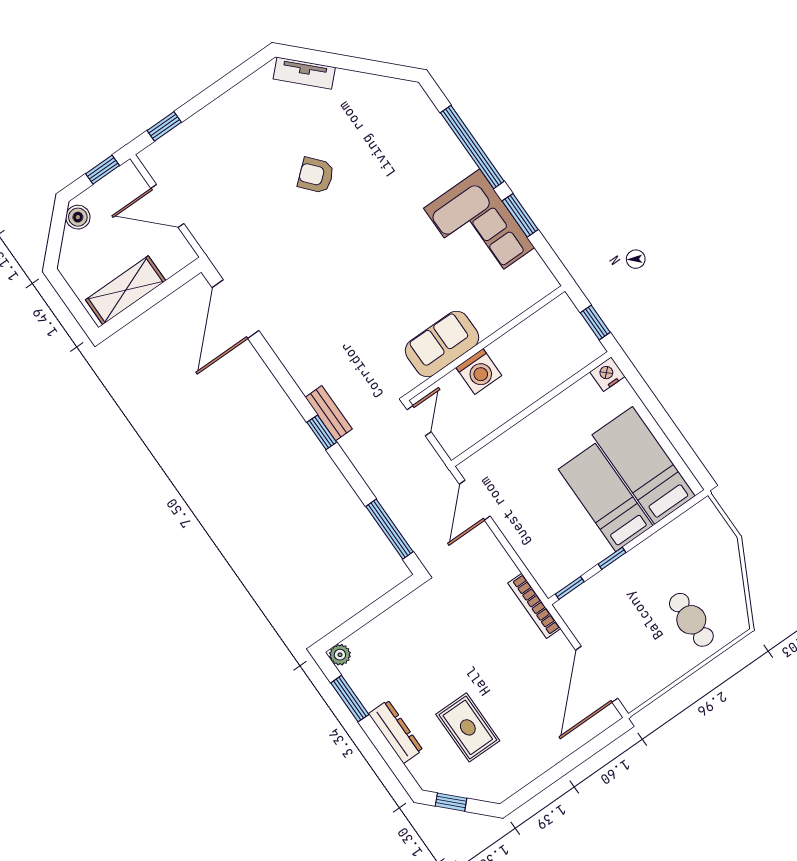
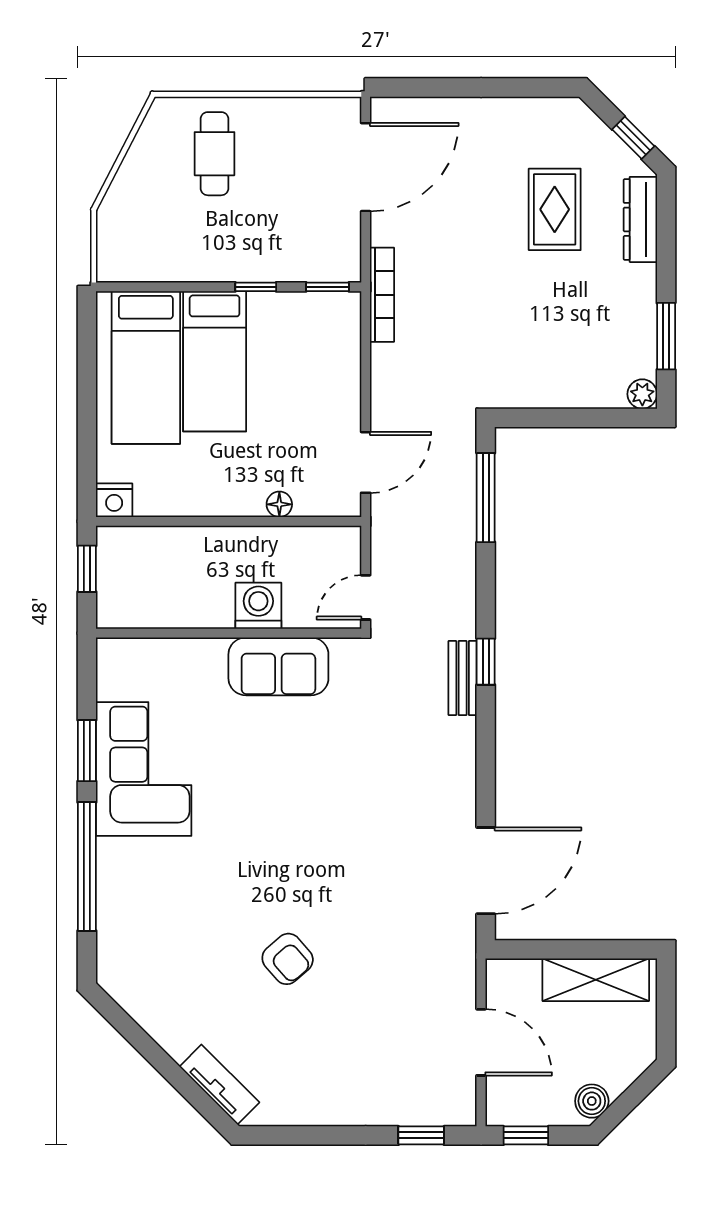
floor lamp: (508, 440) -> (279, 504), added
dresser: (396, 732) -> (640, 219), moved

